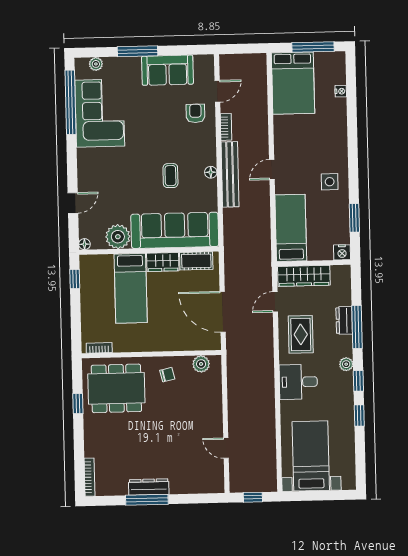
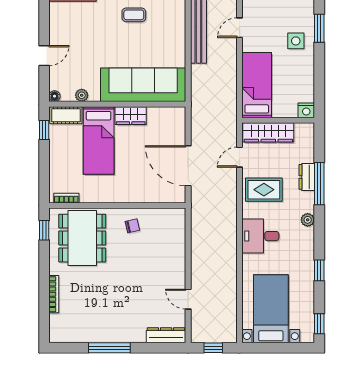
floor lamp: (211, 172) -> (180, 29), removed
coffee table: (170, 176) -> (134, 15), moved, turned 90
window: (354, 218) -> (319, 28), moved
plant: (118, 237) -> (82, 95), width x0.53, depth x0.53
cot: (196, 261) -> (66, 115), moved
rug: (301, 334) -> (264, 190), turned 90
plant: (201, 364) -> (166, 216), removed
window: (358, 381) -> (319, 324), moved
dining table: (116, 388) -> (82, 238), turned 90
window: (78, 404) -> (44, 230), moved
bookcase: (89, 477) -> (54, 294), moved
dresser: (149, 487) -> (166, 335), moved

